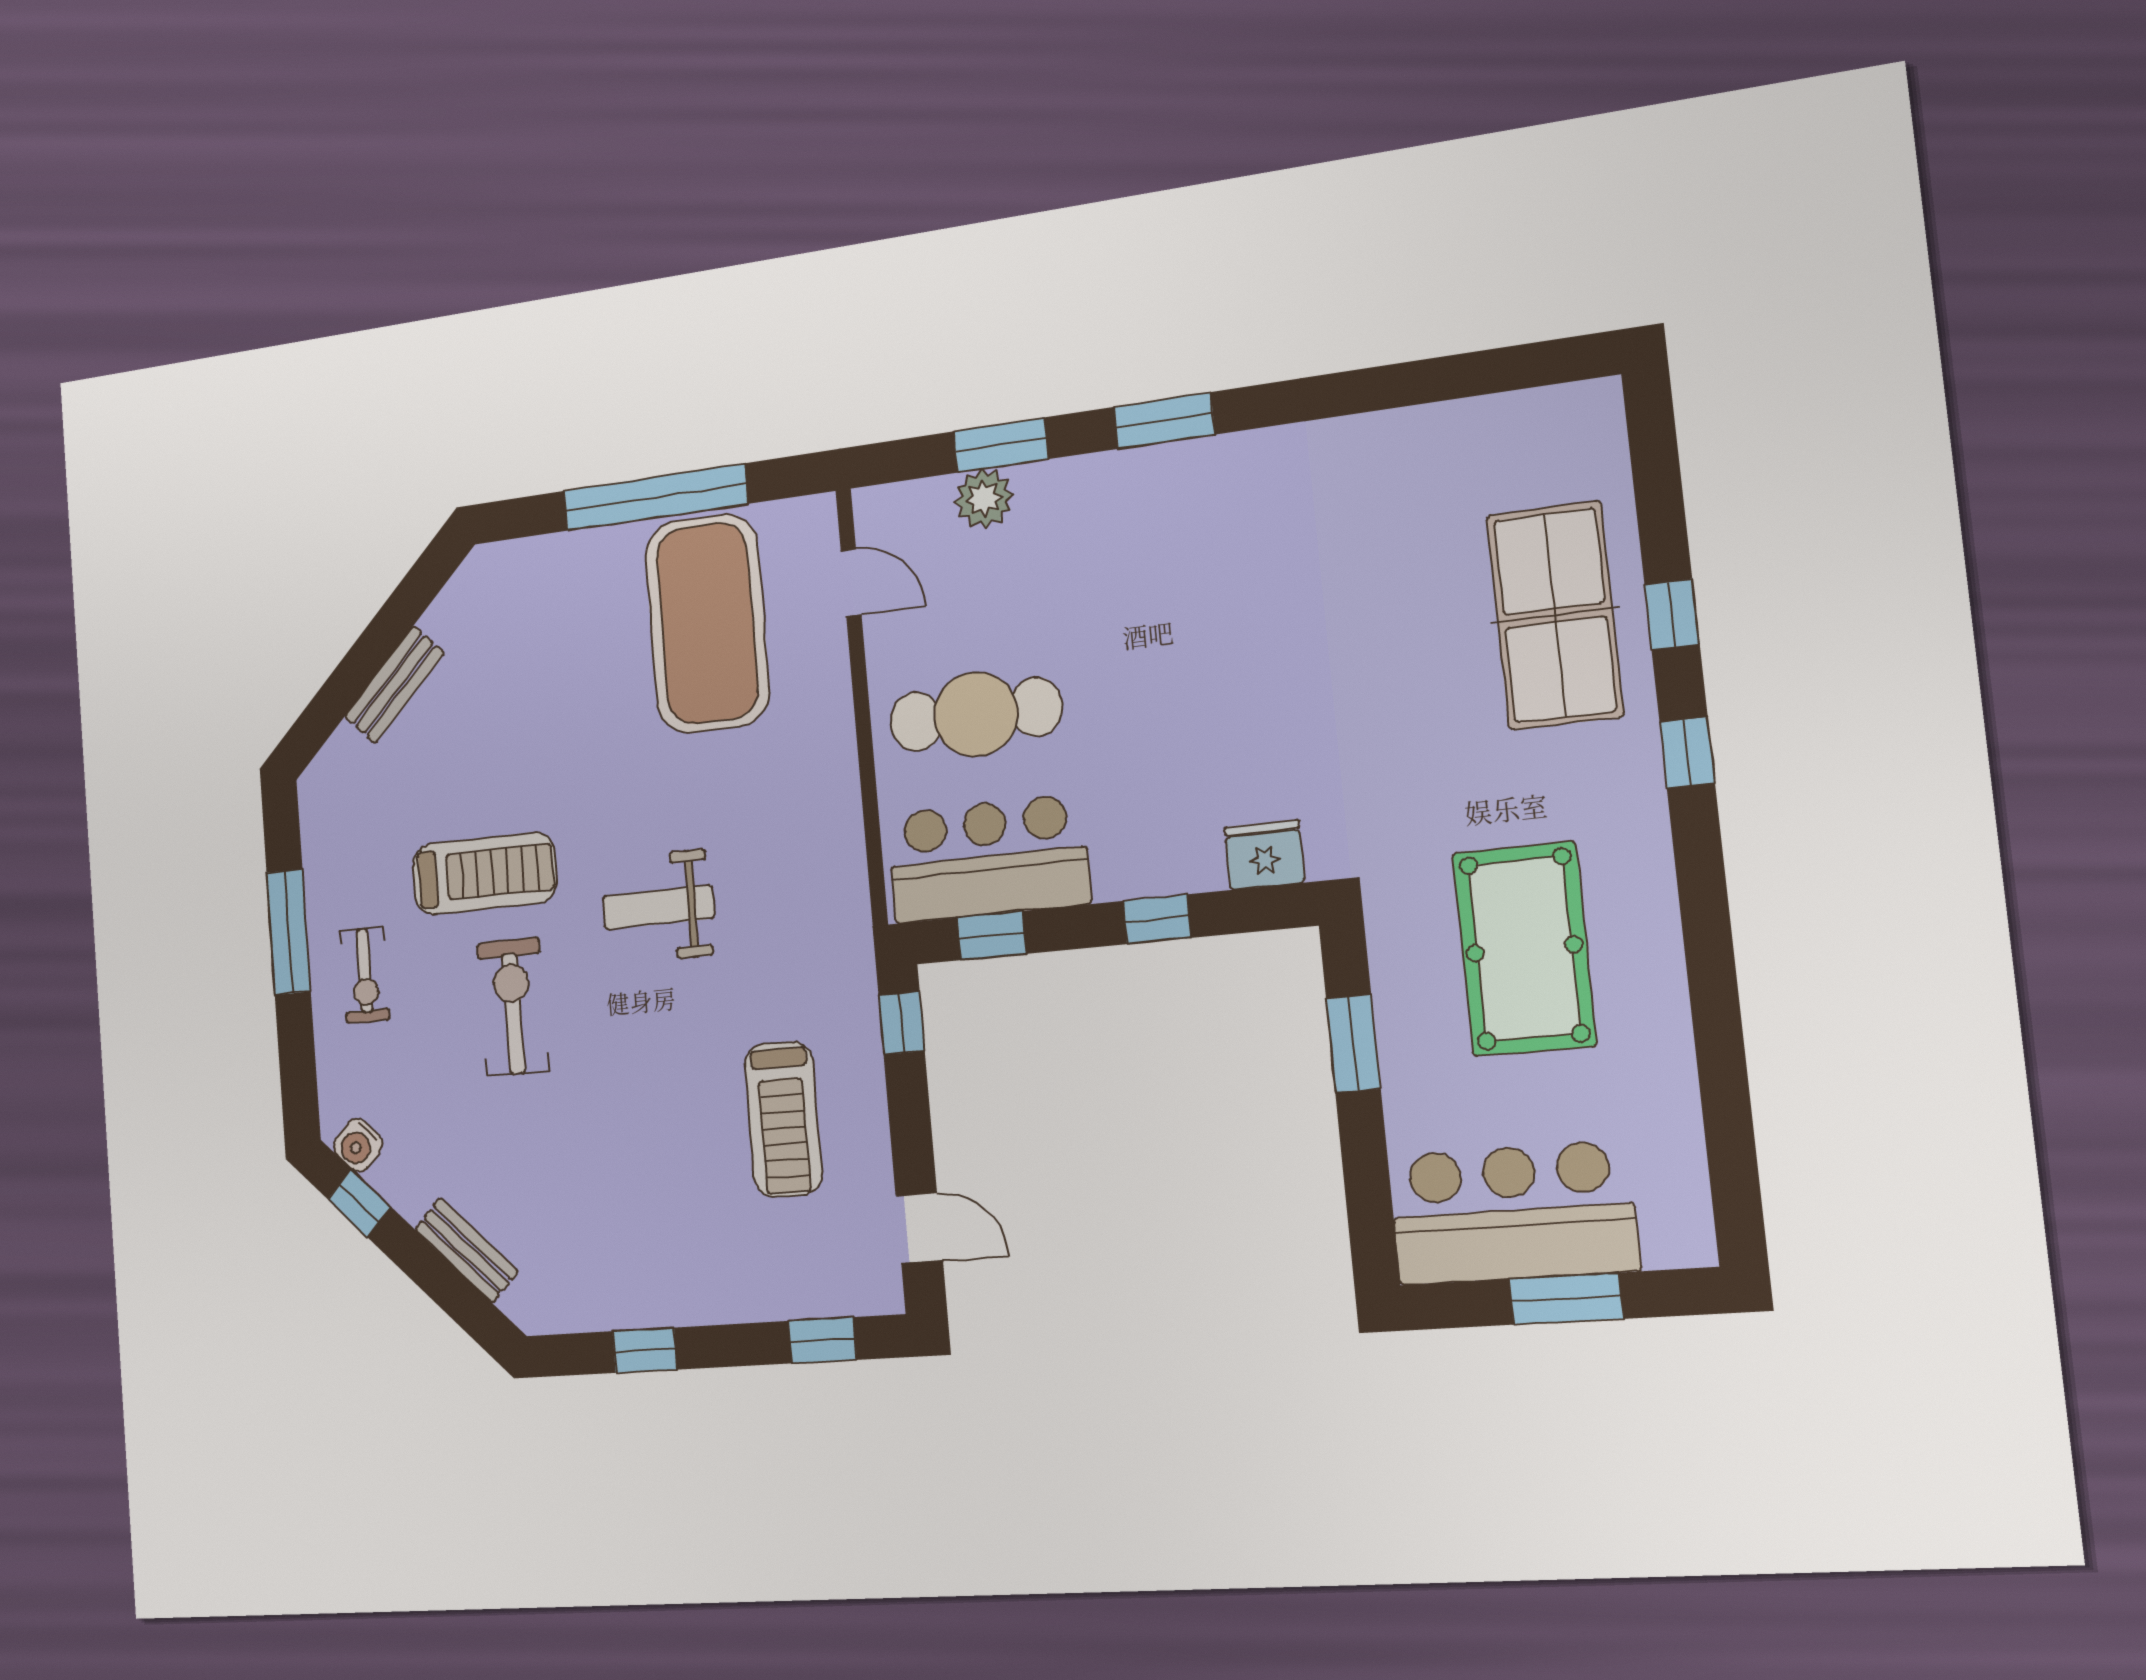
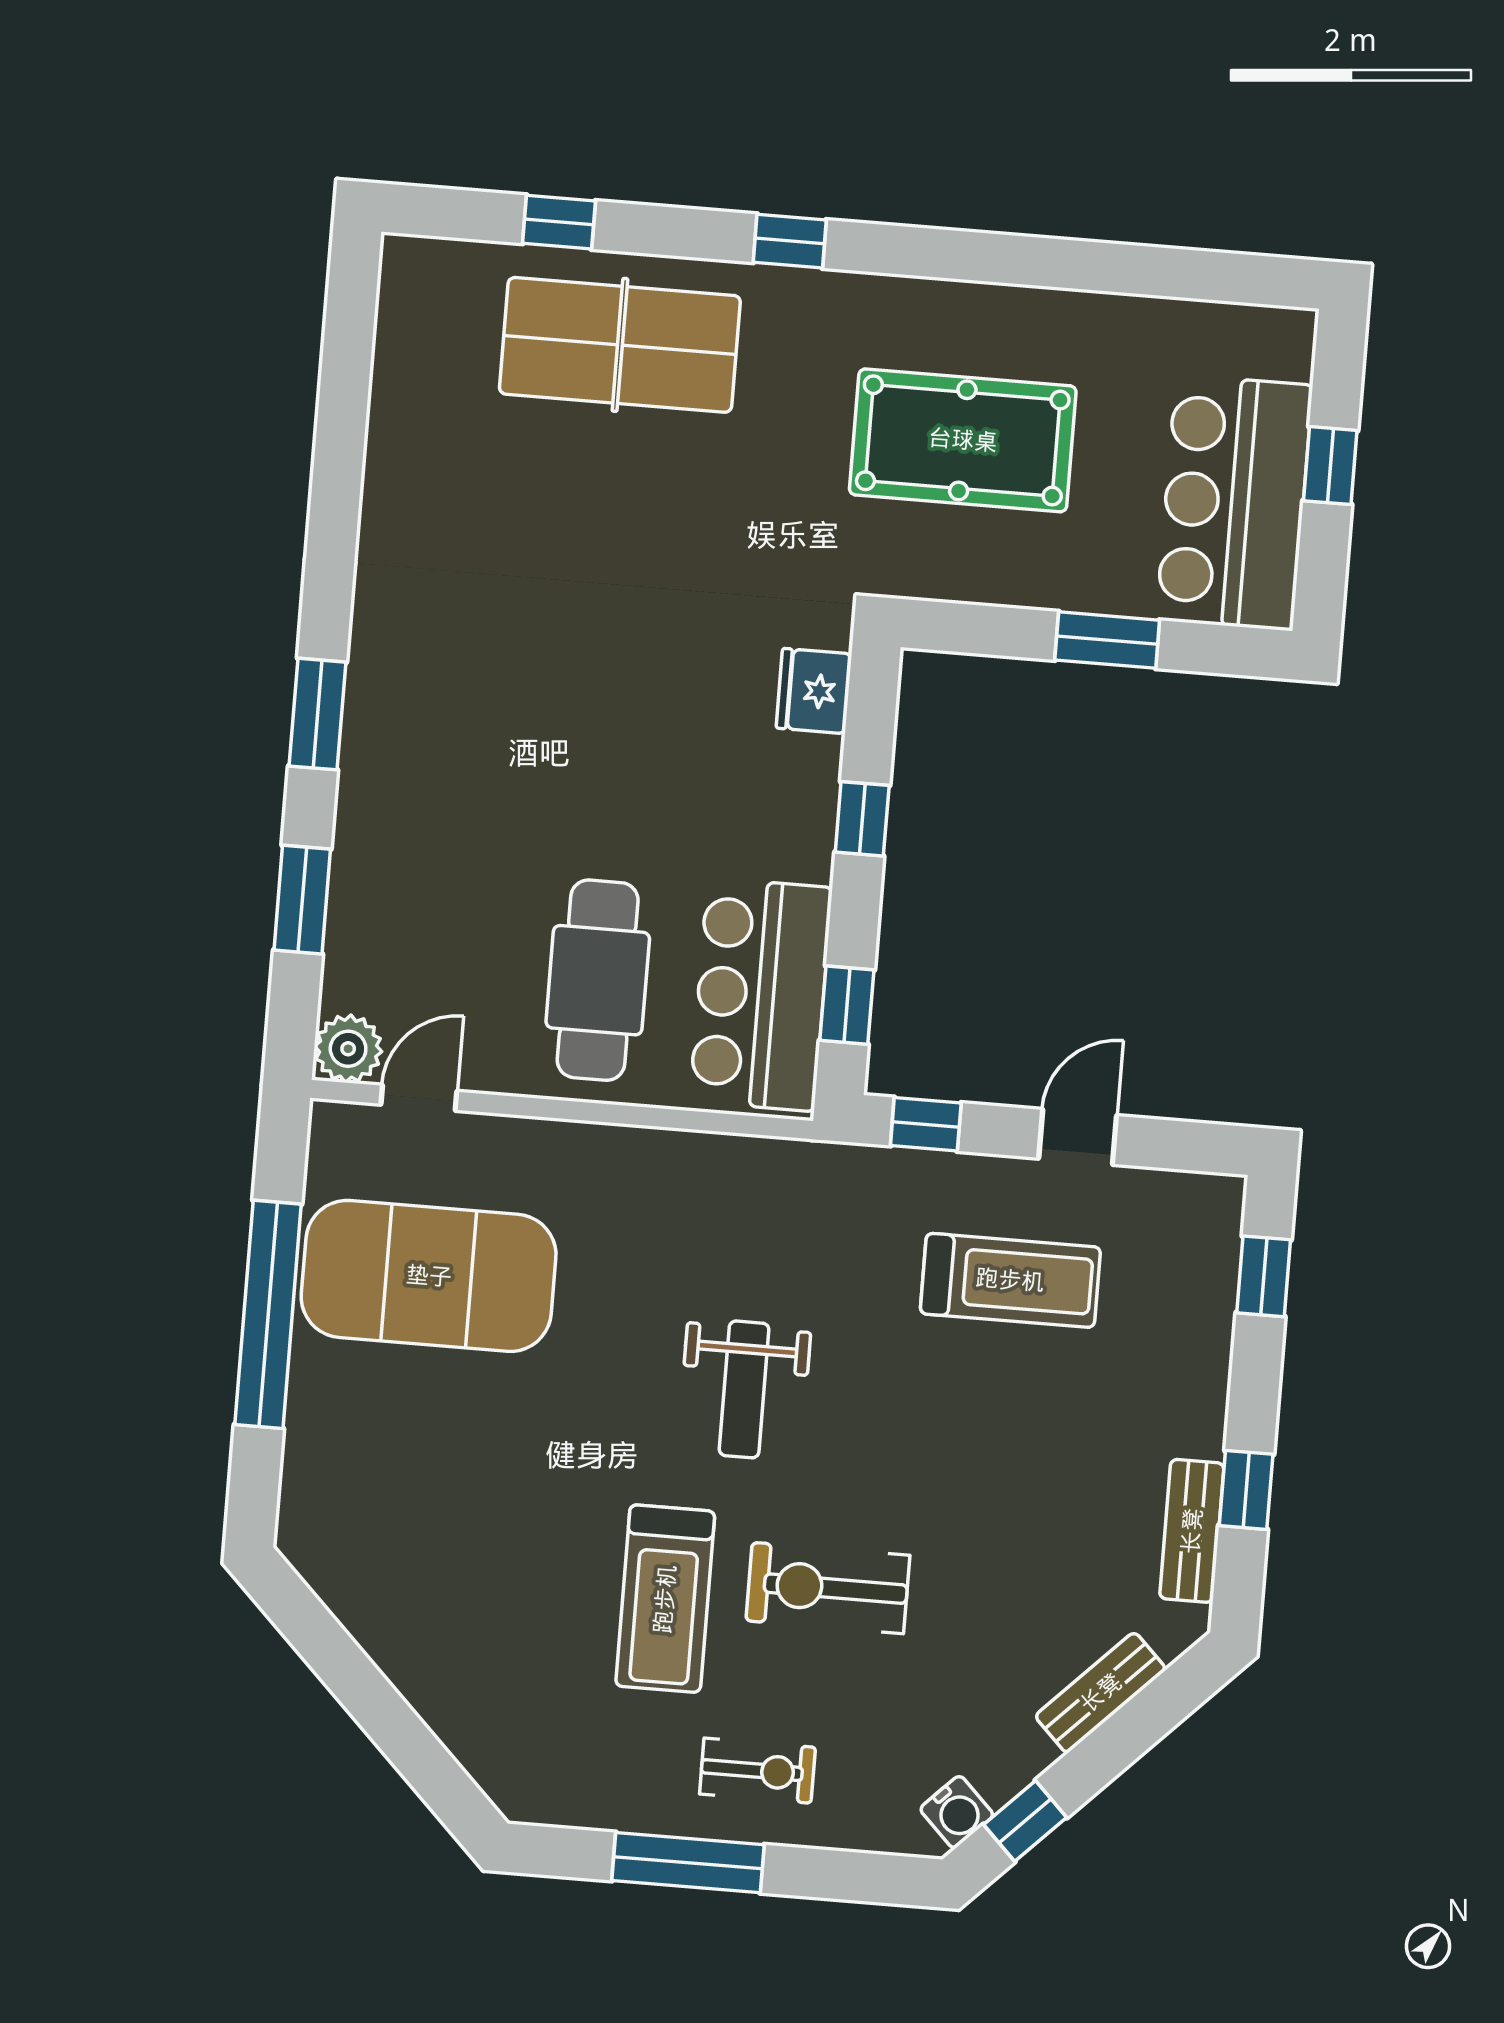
plant: (984, 499) -> (348, 1049), moved
window: (1672, 614) -> (559, 222), moved
bench: (394, 685) -> (1192, 1531), moved, turned 45
treadmill: (484, 874) -> (665, 1599), turned 180
window: (1353, 1043) -> (1107, 640), moved
door: (919, 1228) -> (1078, 1137), moved
window: (1566, 1299) -> (1330, 466), width x0.67

